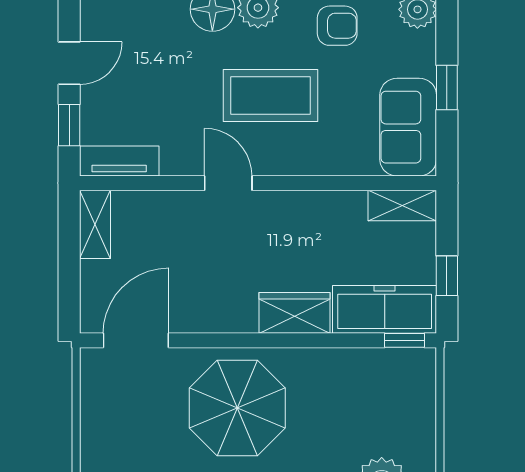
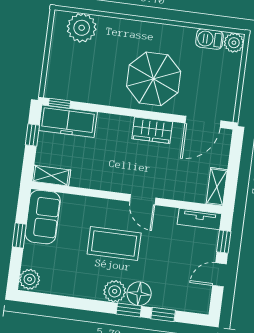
armchair: (337, 26) -> (74, 276), removed
wardrobe: (295, 313) -> (152, 130), moved

